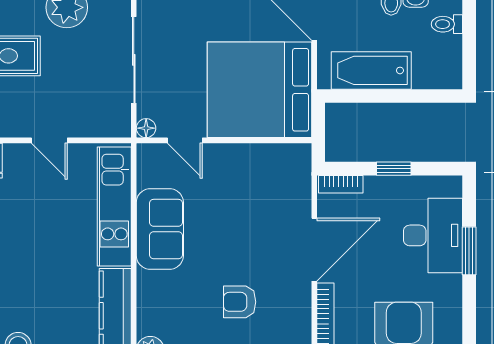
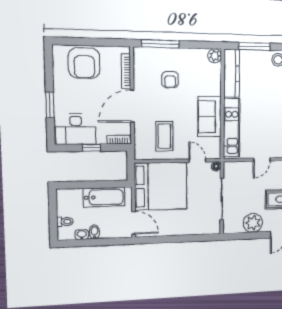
door: (49, 140) -> (262, 160), swing flipped
coffee table: (251, 190) -> (164, 136), added
desk: (433, 235) -> (76, 129), moved, turned -90
armchair: (240, 302) -> (170, 80), turned 90

